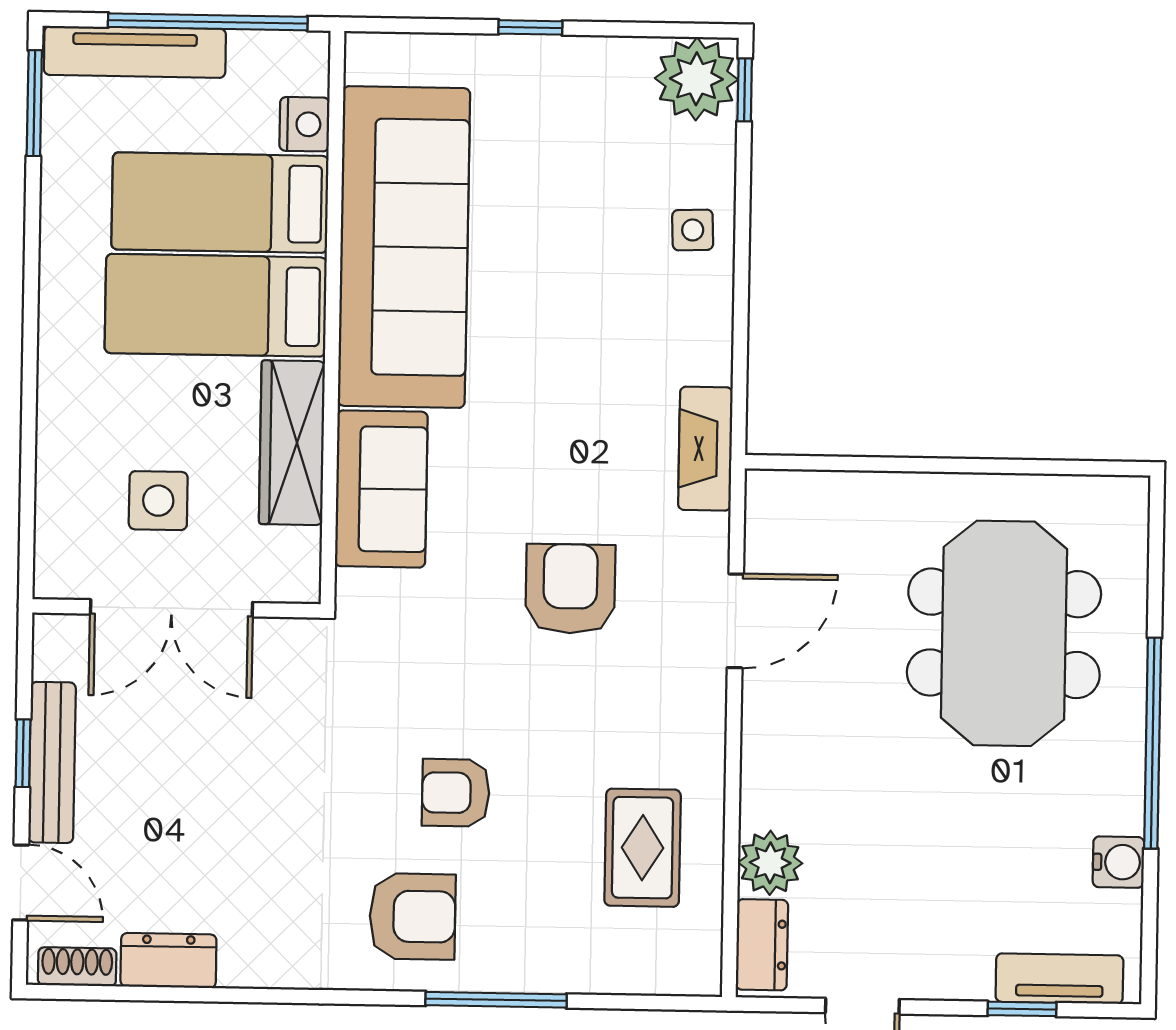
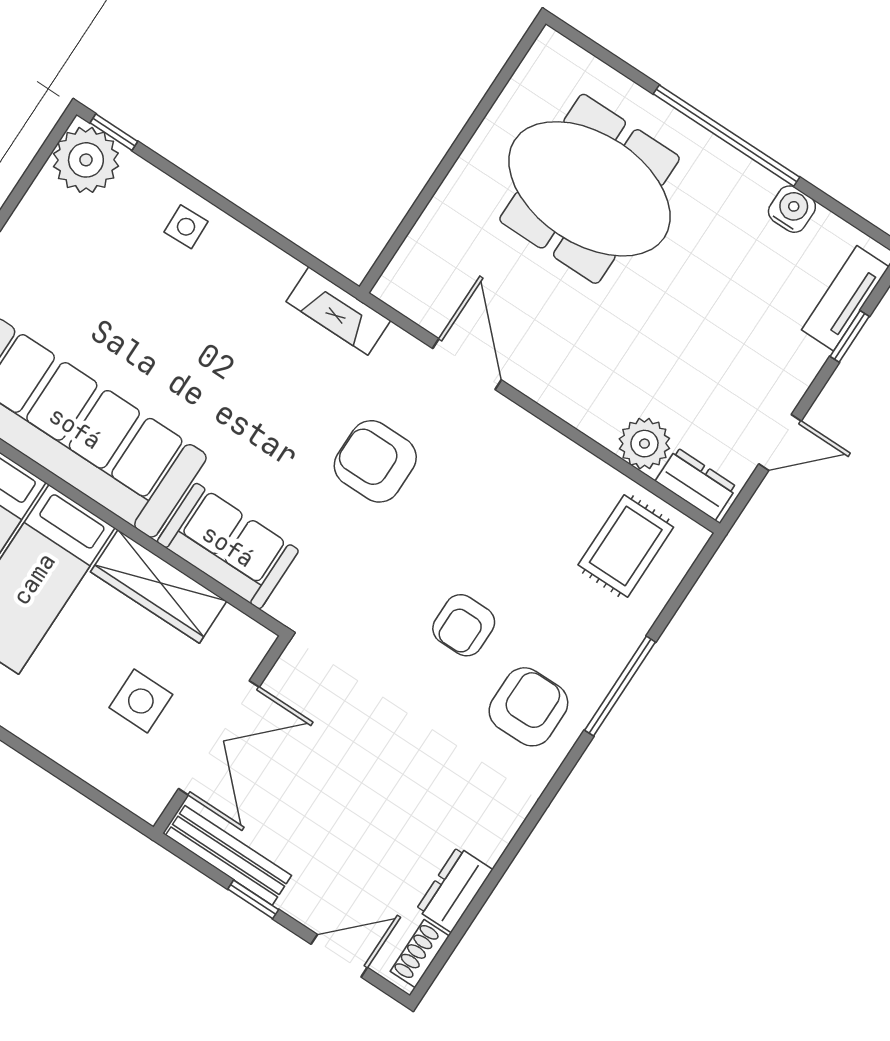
bench: (52, 762) -> (229, 855), moved
rug: (643, 848) -> (626, 546), moved, turned 90

